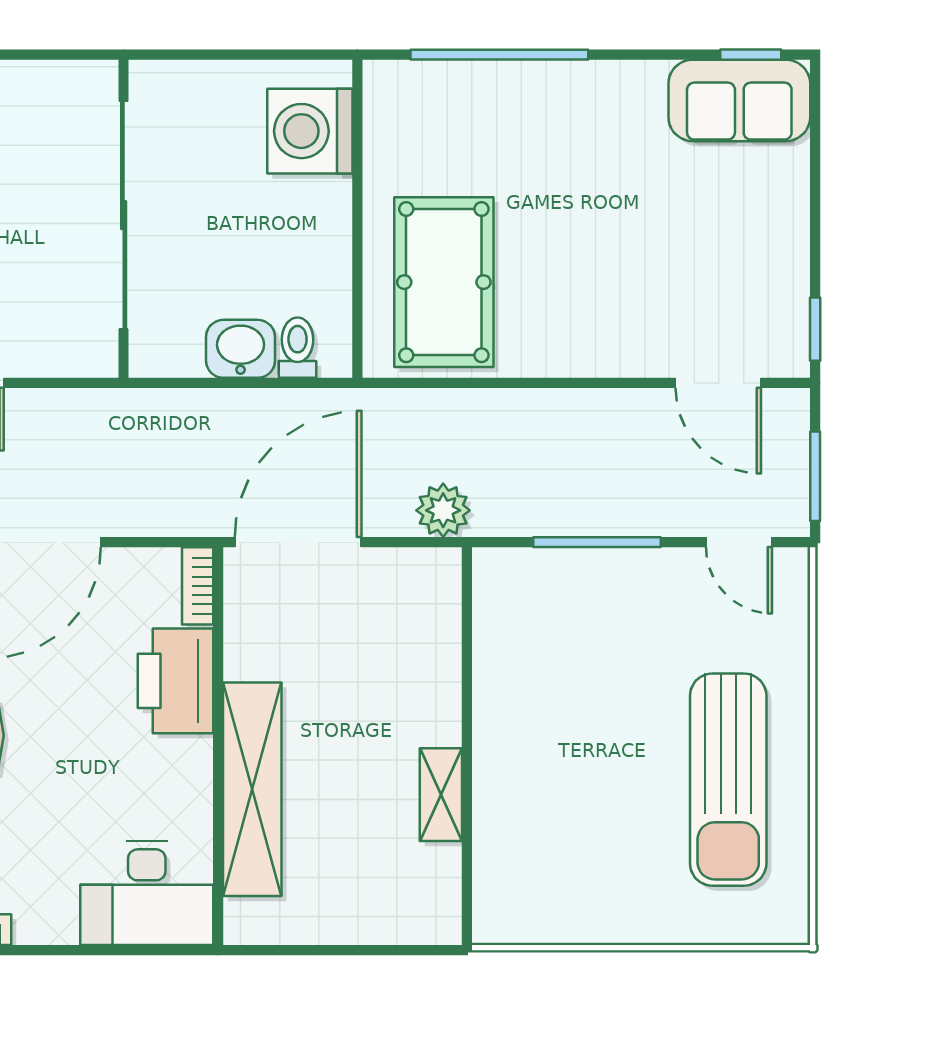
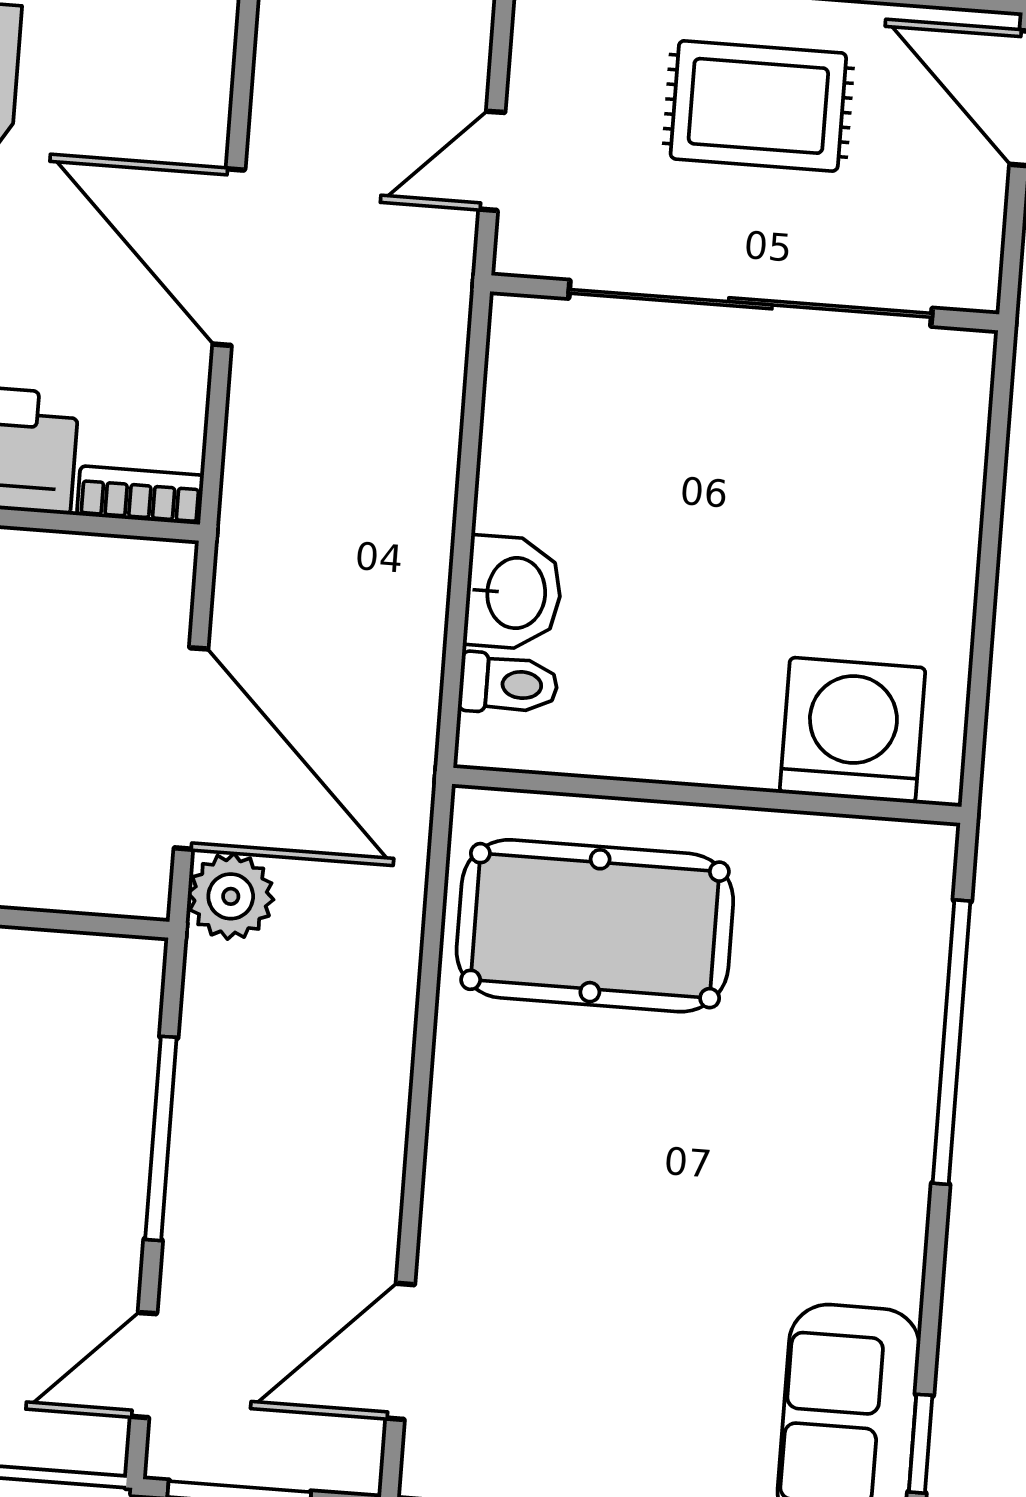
sliding door: (124, 215) -> (750, 303), moved
wall: (124, 219) -> (745, 303), moved
door: (298, 542) -> (191, 748), moved

